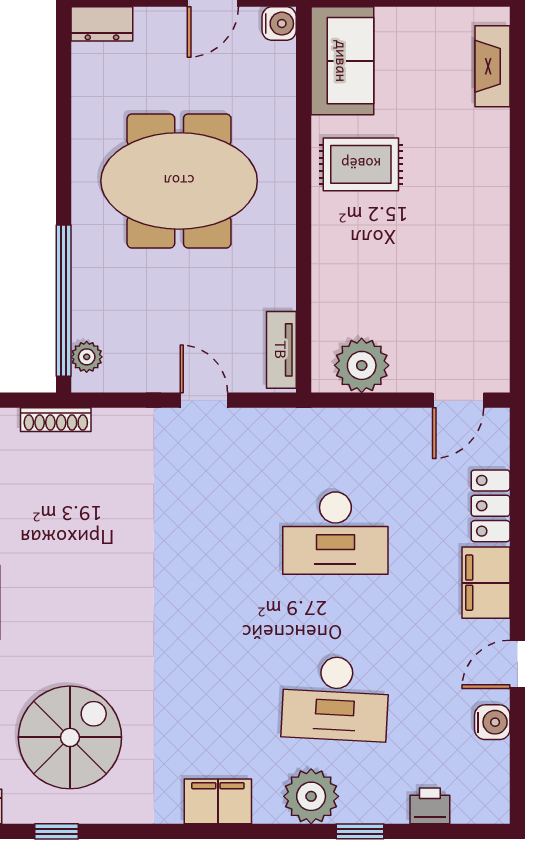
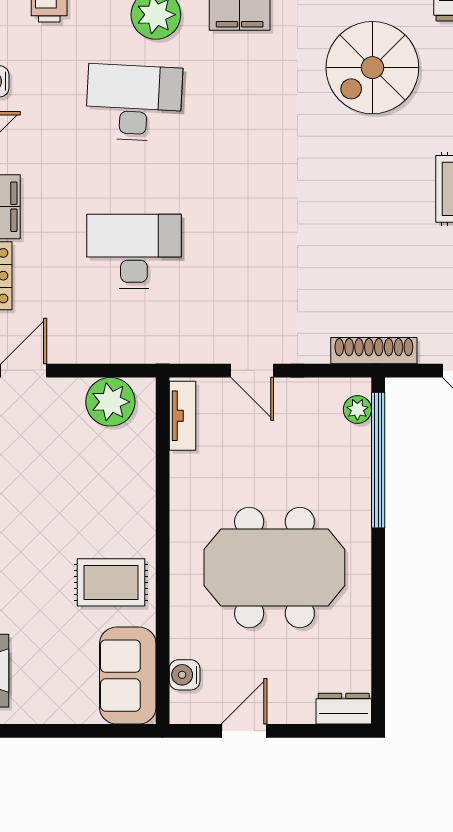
water cooler: (279, 24) -> (185, 675), moved
shoe rack: (56, 420) -> (374, 351), width x1.36, depth x1.24

